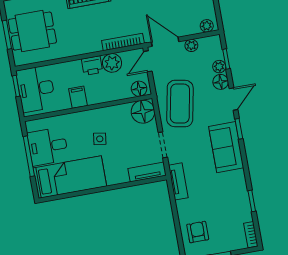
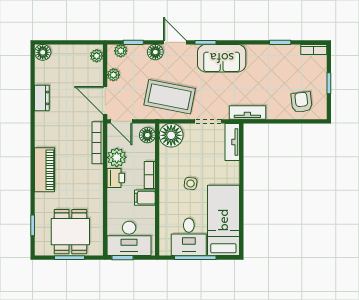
door: (165, 42) -> (105, 101), hinge flipped
plant: (219, 67) -> (121, 51), moved
bookcase: (101, 98) -> (150, 175), added
armchair: (198, 232) -> (302, 102), turned 83

